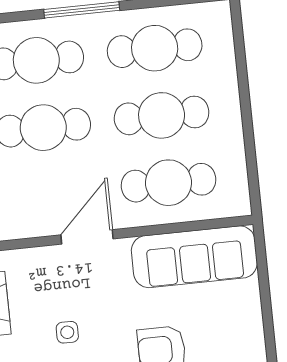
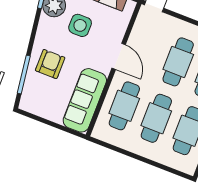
side table: (67, 332) -> (80, 25), width x1.87, depth x1.87

